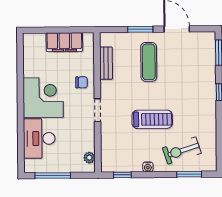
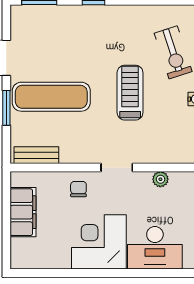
exercise mat: (149, 62) -> (51, 97), width x1.36, depth x1.45
bench: (106, 63) -> (36, 155), moved
plant: (89, 158) -> (160, 179), moved

